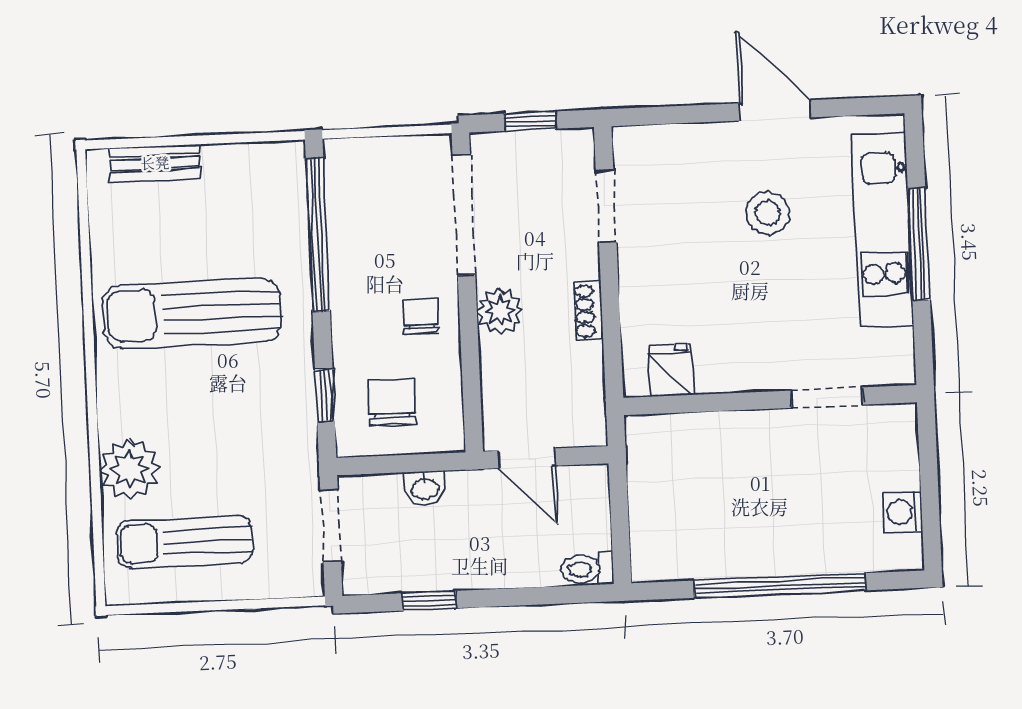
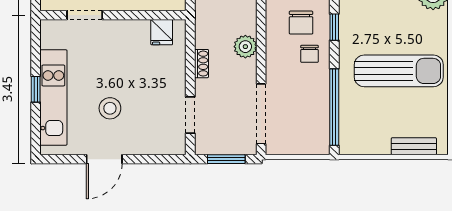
door: (775, 110) -> (104, 159), hinge flipped
window: (530, 121) -> (226, 159), width x1.50
window: (919, 244) -> (36, 89), width x0.46
plant: (500, 311) -> (245, 47), moved
chair: (421, 316) -> (310, 54), moved

